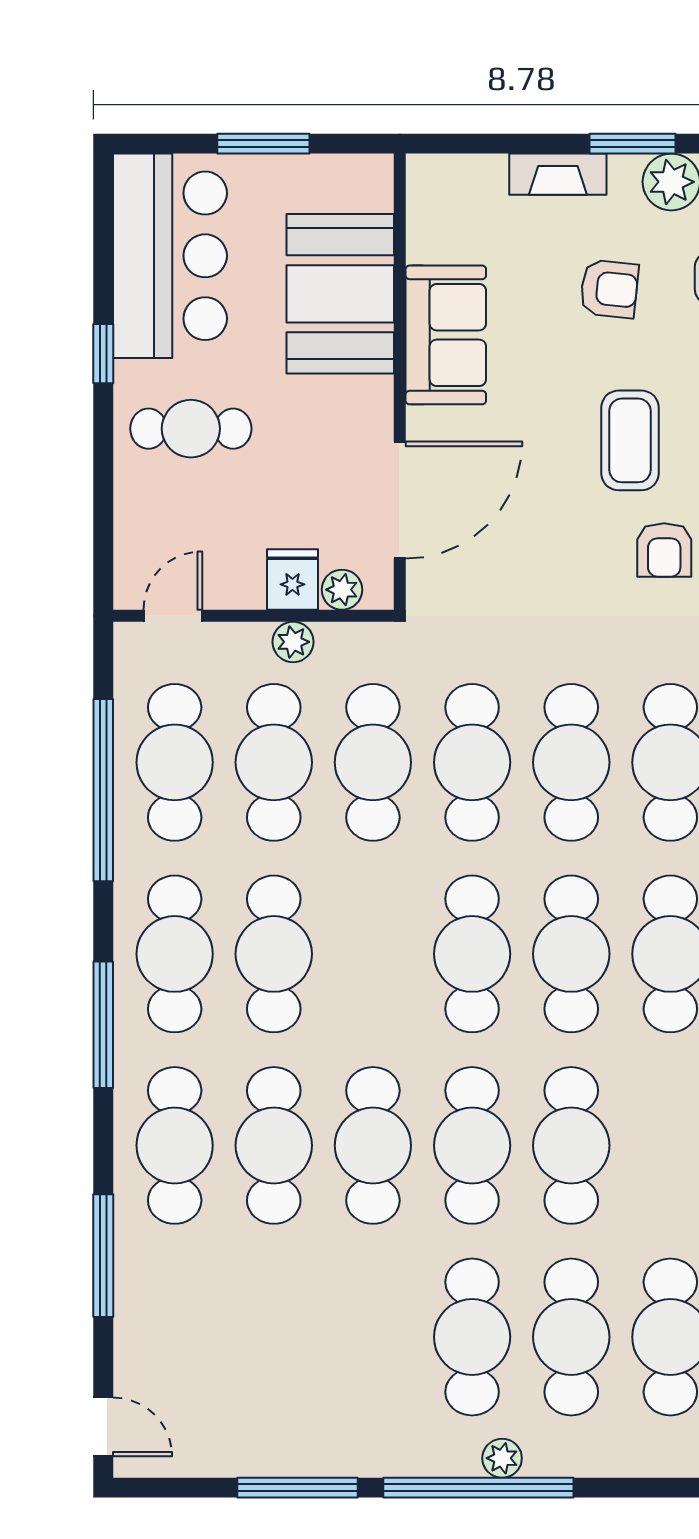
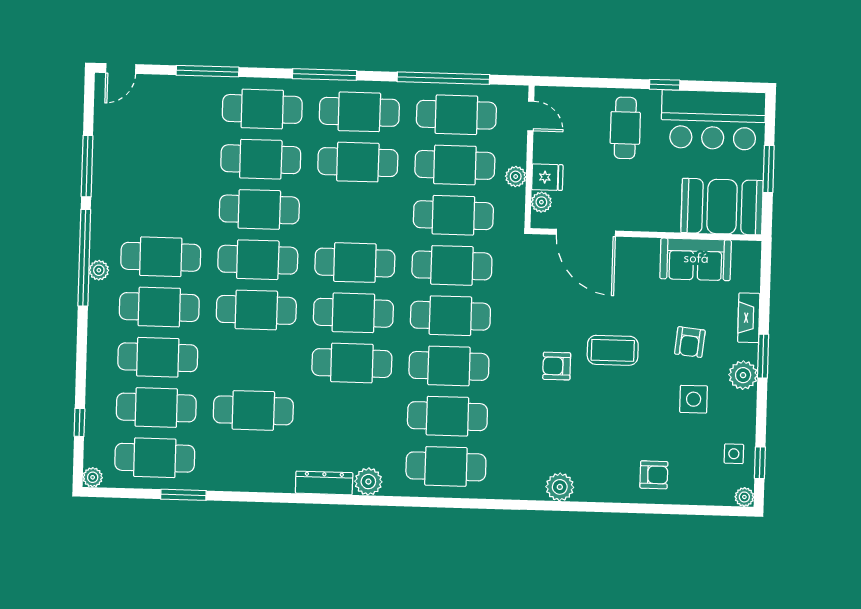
booth: (340, 294) -> (722, 207), moved
sofa: (446, 335) -> (696, 259), moved

